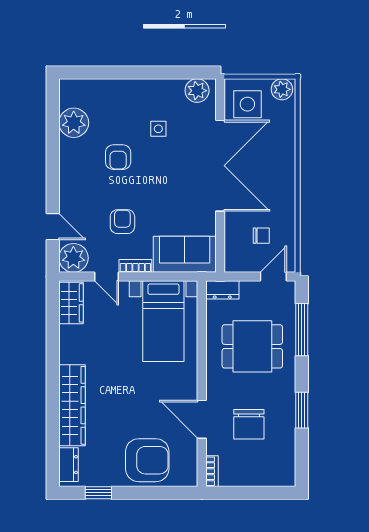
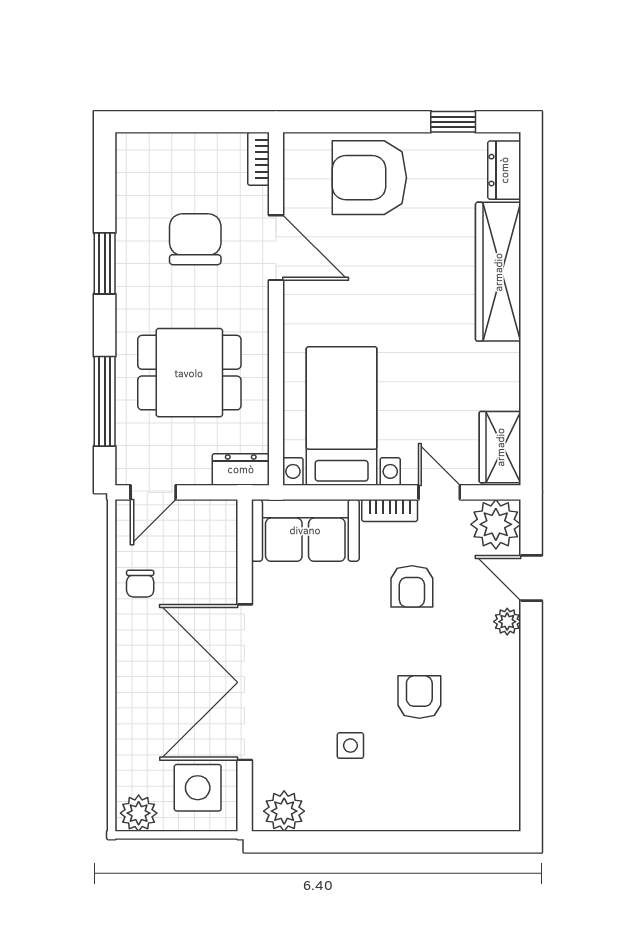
plant: (74, 123) -> (507, 622), moved, width x0.53, depth x0.53
chair: (261, 236) -> (140, 584), moved, turned -90

